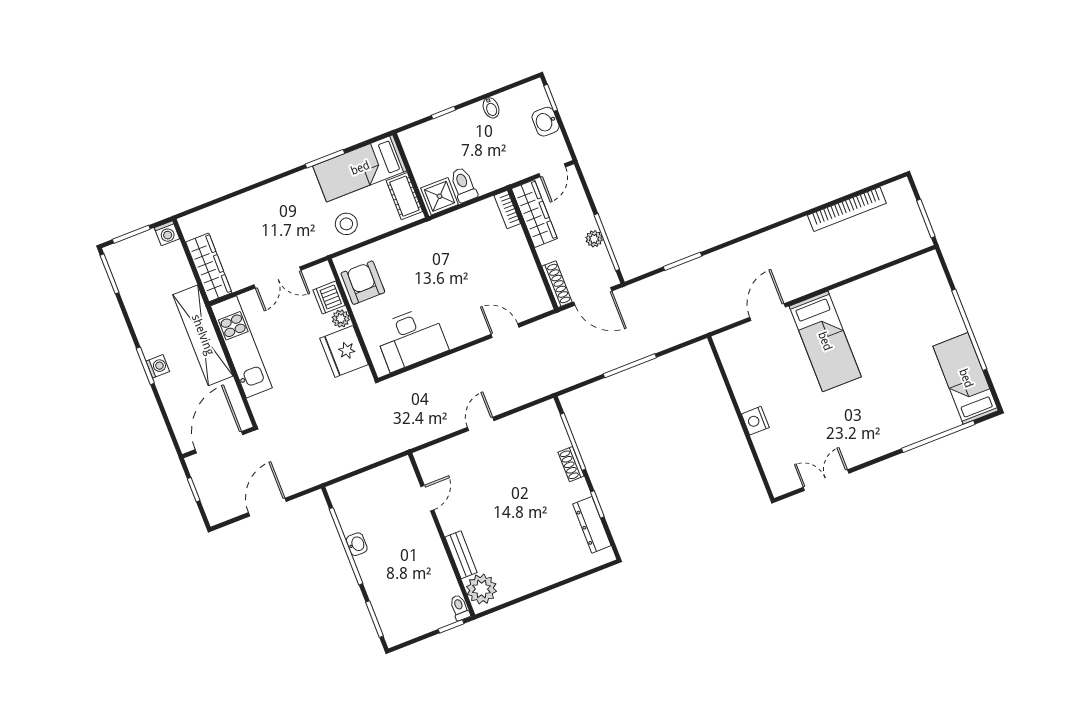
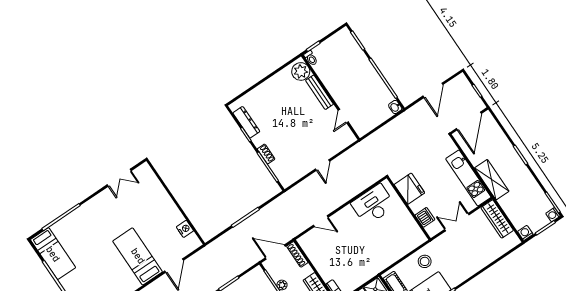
armchair: (363, 283) -> (408, 230), removed
plant: (341, 319) -> (416, 207), removed
shelving: (203, 335) -> (492, 180), width x0.68
washing machine: (158, 366) -> (553, 215), moved
nightstand: (755, 421) -> (185, 229), moved
washbasin: (357, 544) -> (395, 107), moved
bench: (461, 555) -> (320, 92), width x1.36

